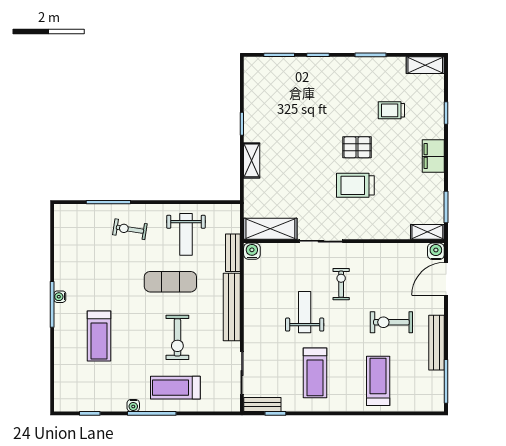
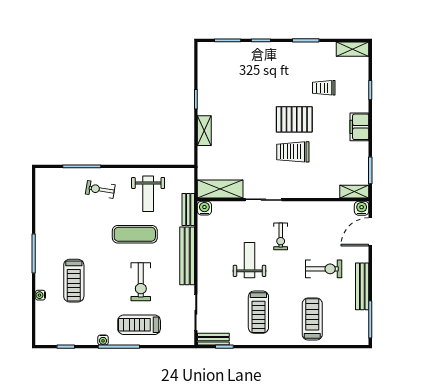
pallet: (357, 147) -> (294, 119), width x1.50, depth x1.42
exercise bike: (341, 284) -> (281, 236), turned 180
water cooler: (60, 297) -> (40, 295), moved
exercise bike: (391, 322) -> (324, 269), turned 180

